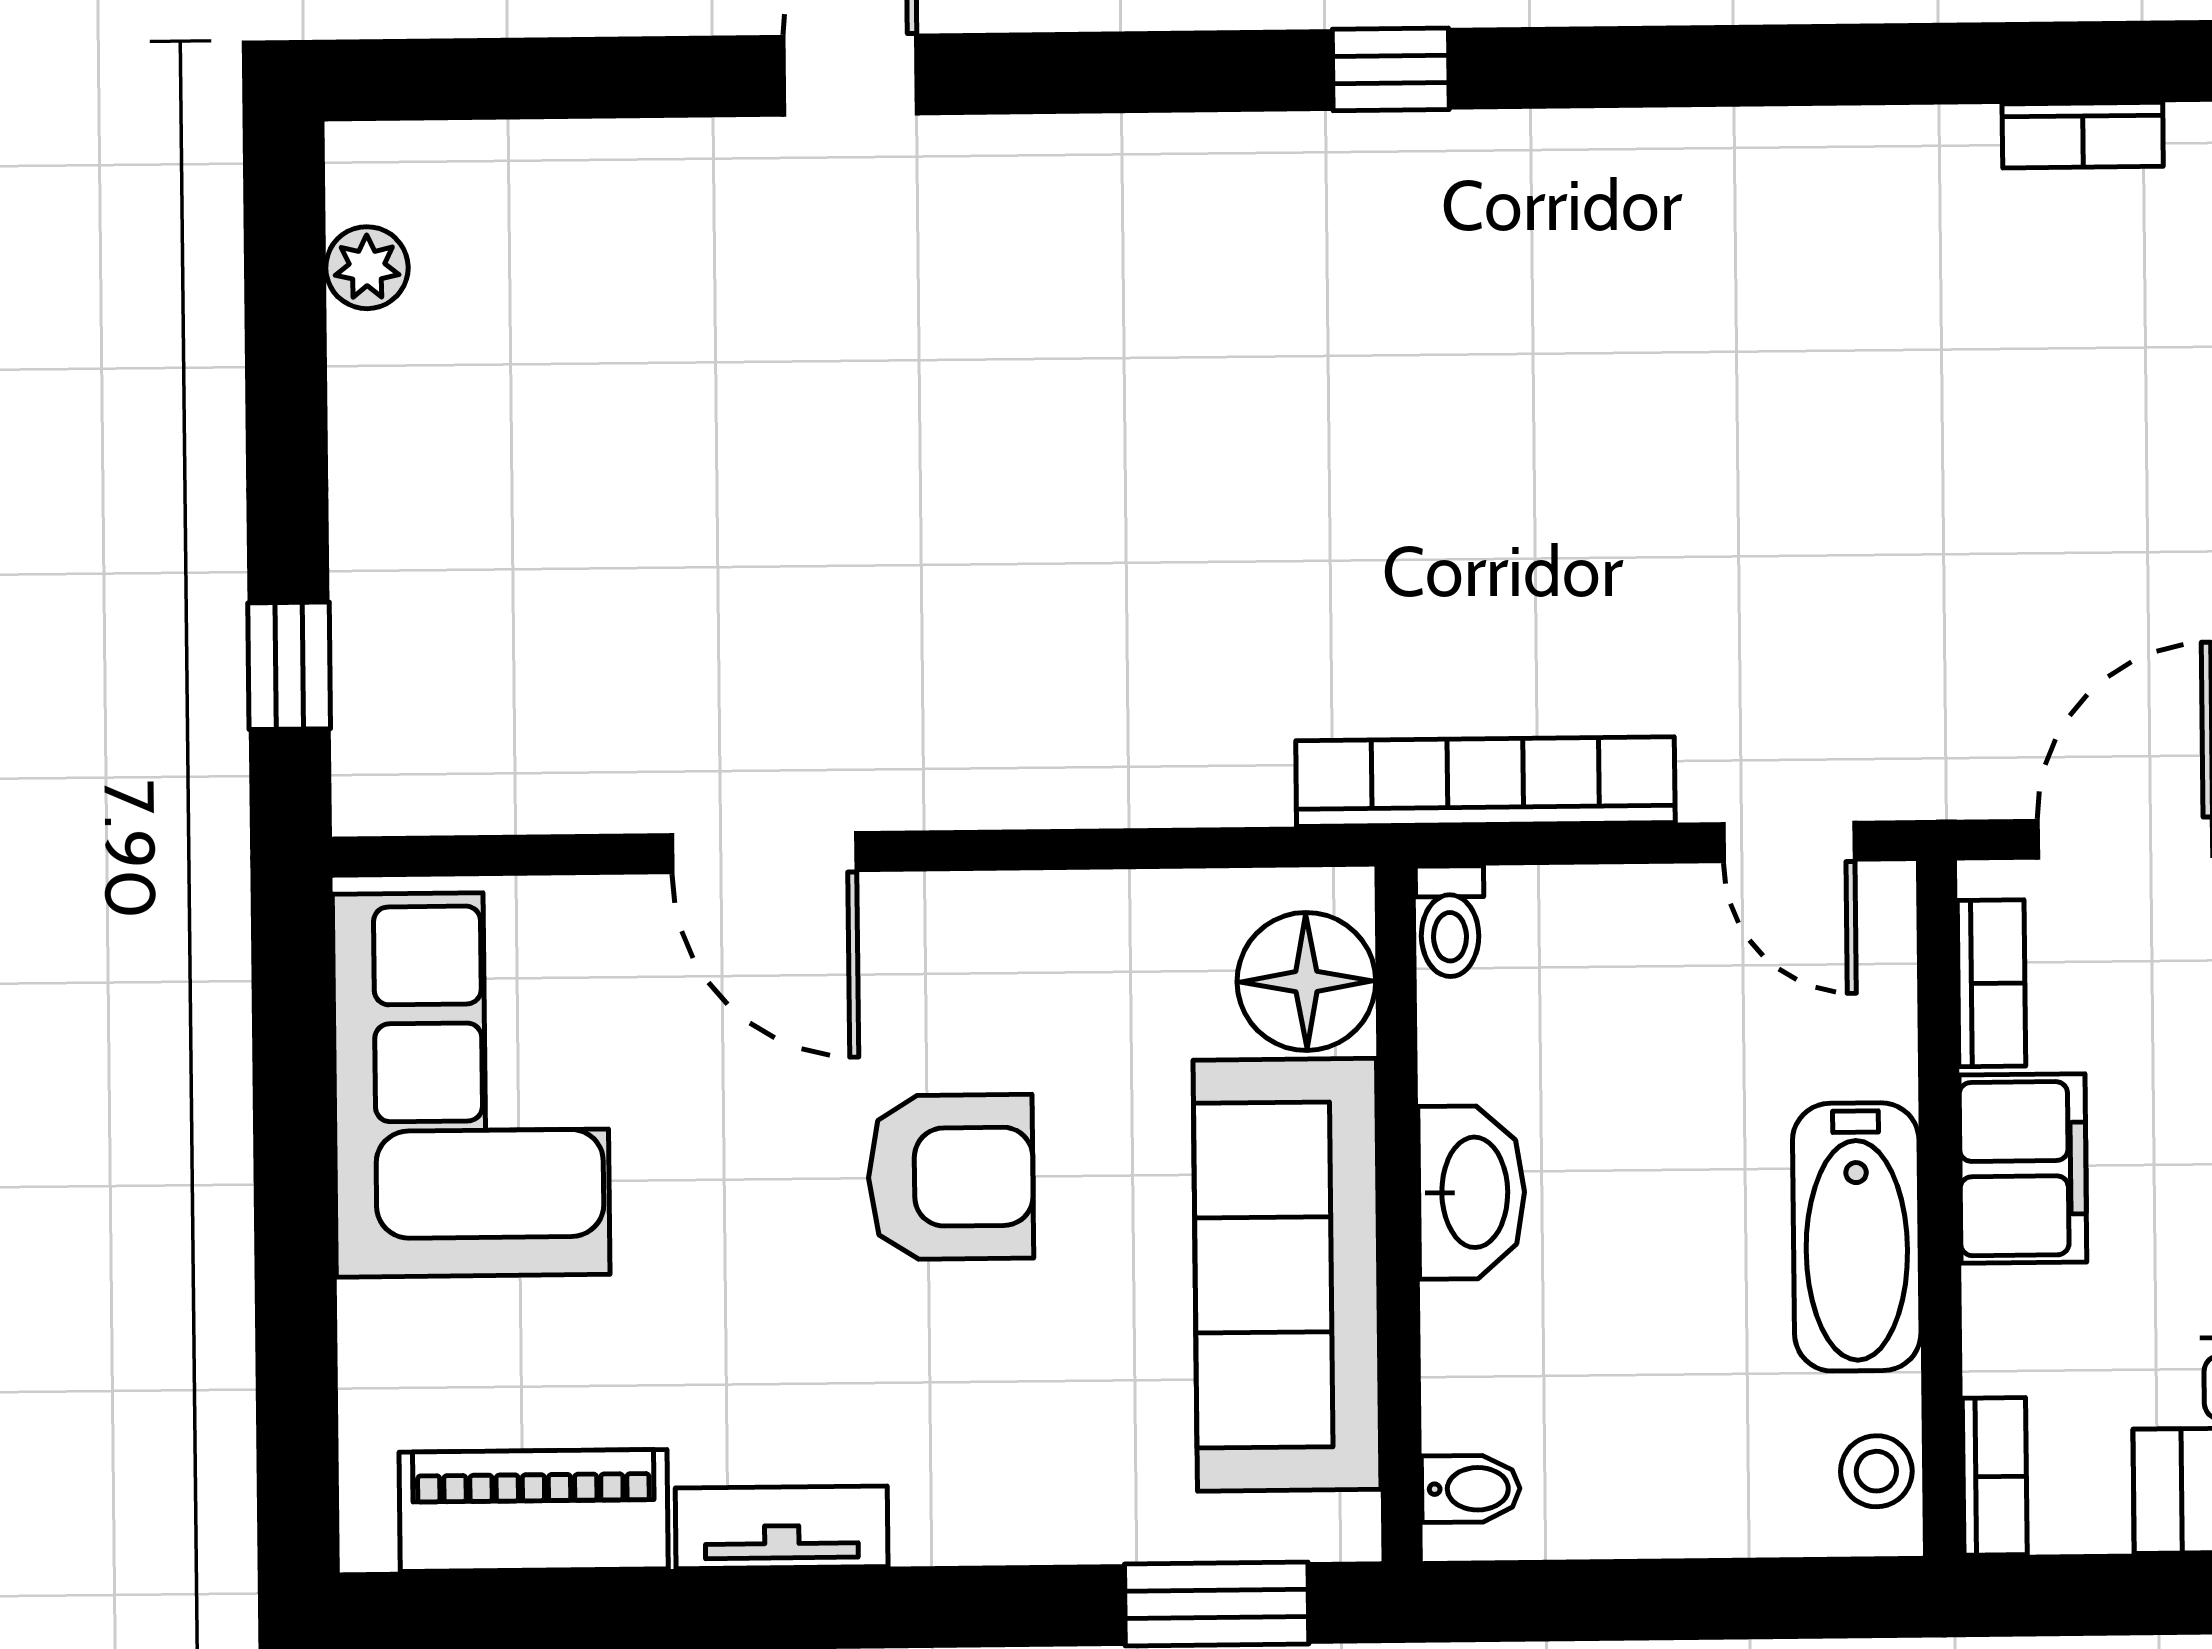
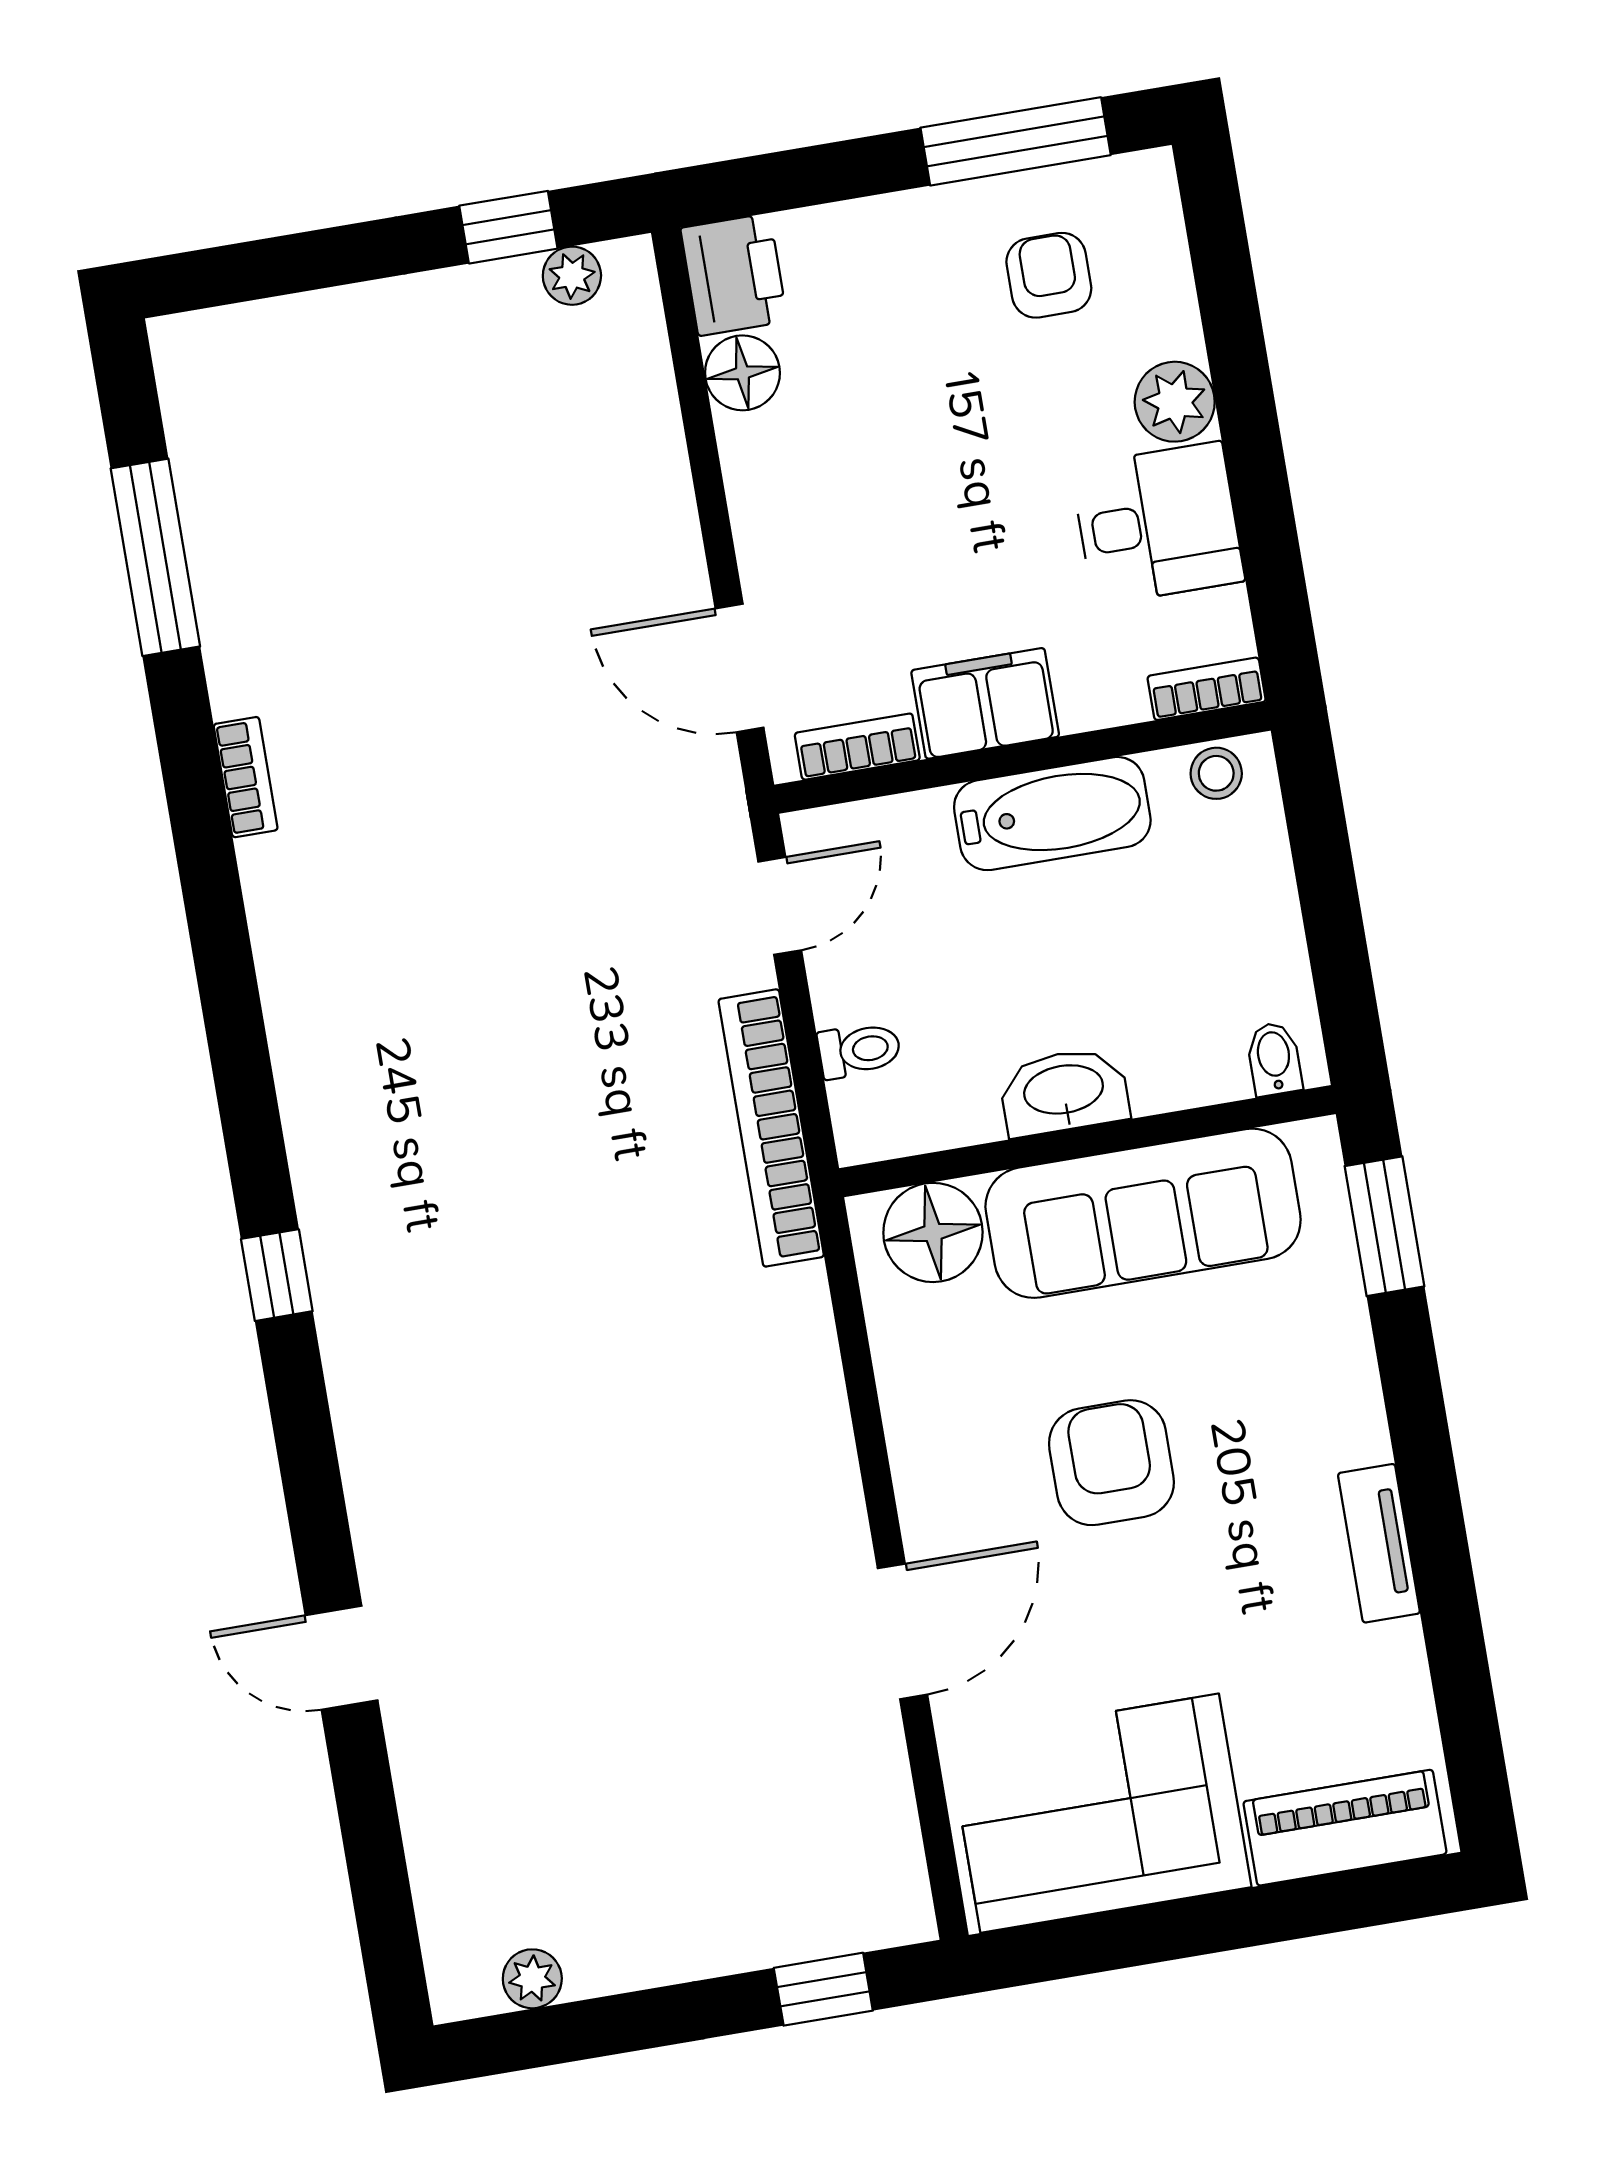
toilet: (1450, 921) -> (859, 1050), moved
piano: (534, 1511) -> (1345, 1828), moved, turned 90

